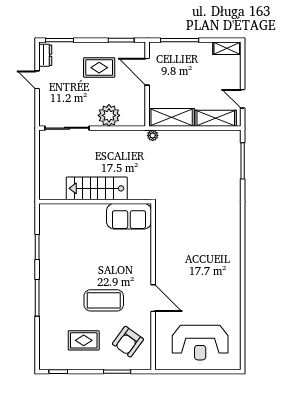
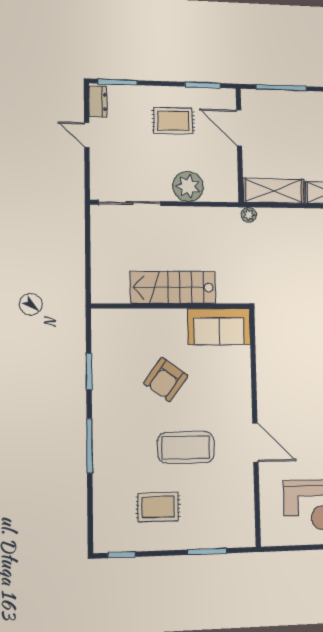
armchair: (128, 342) -> (166, 379), moved

